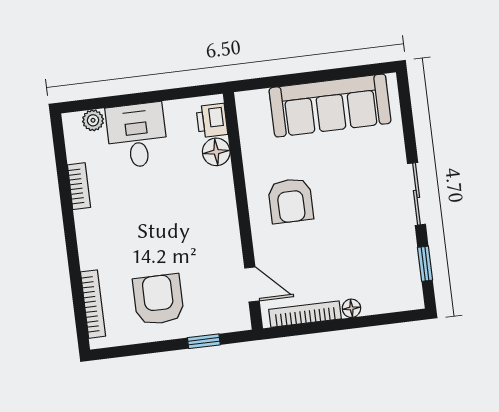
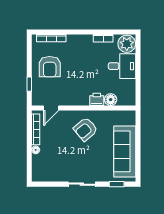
plant: (93, 120) -> (127, 44), width x1.88, depth x1.88
printer: (212, 120) -> (97, 99), moved
armchair: (291, 201) -> (86, 129), turned -40
window: (425, 264) -> (117, 184), moved
armchair: (158, 299) -> (50, 67), turned 90

